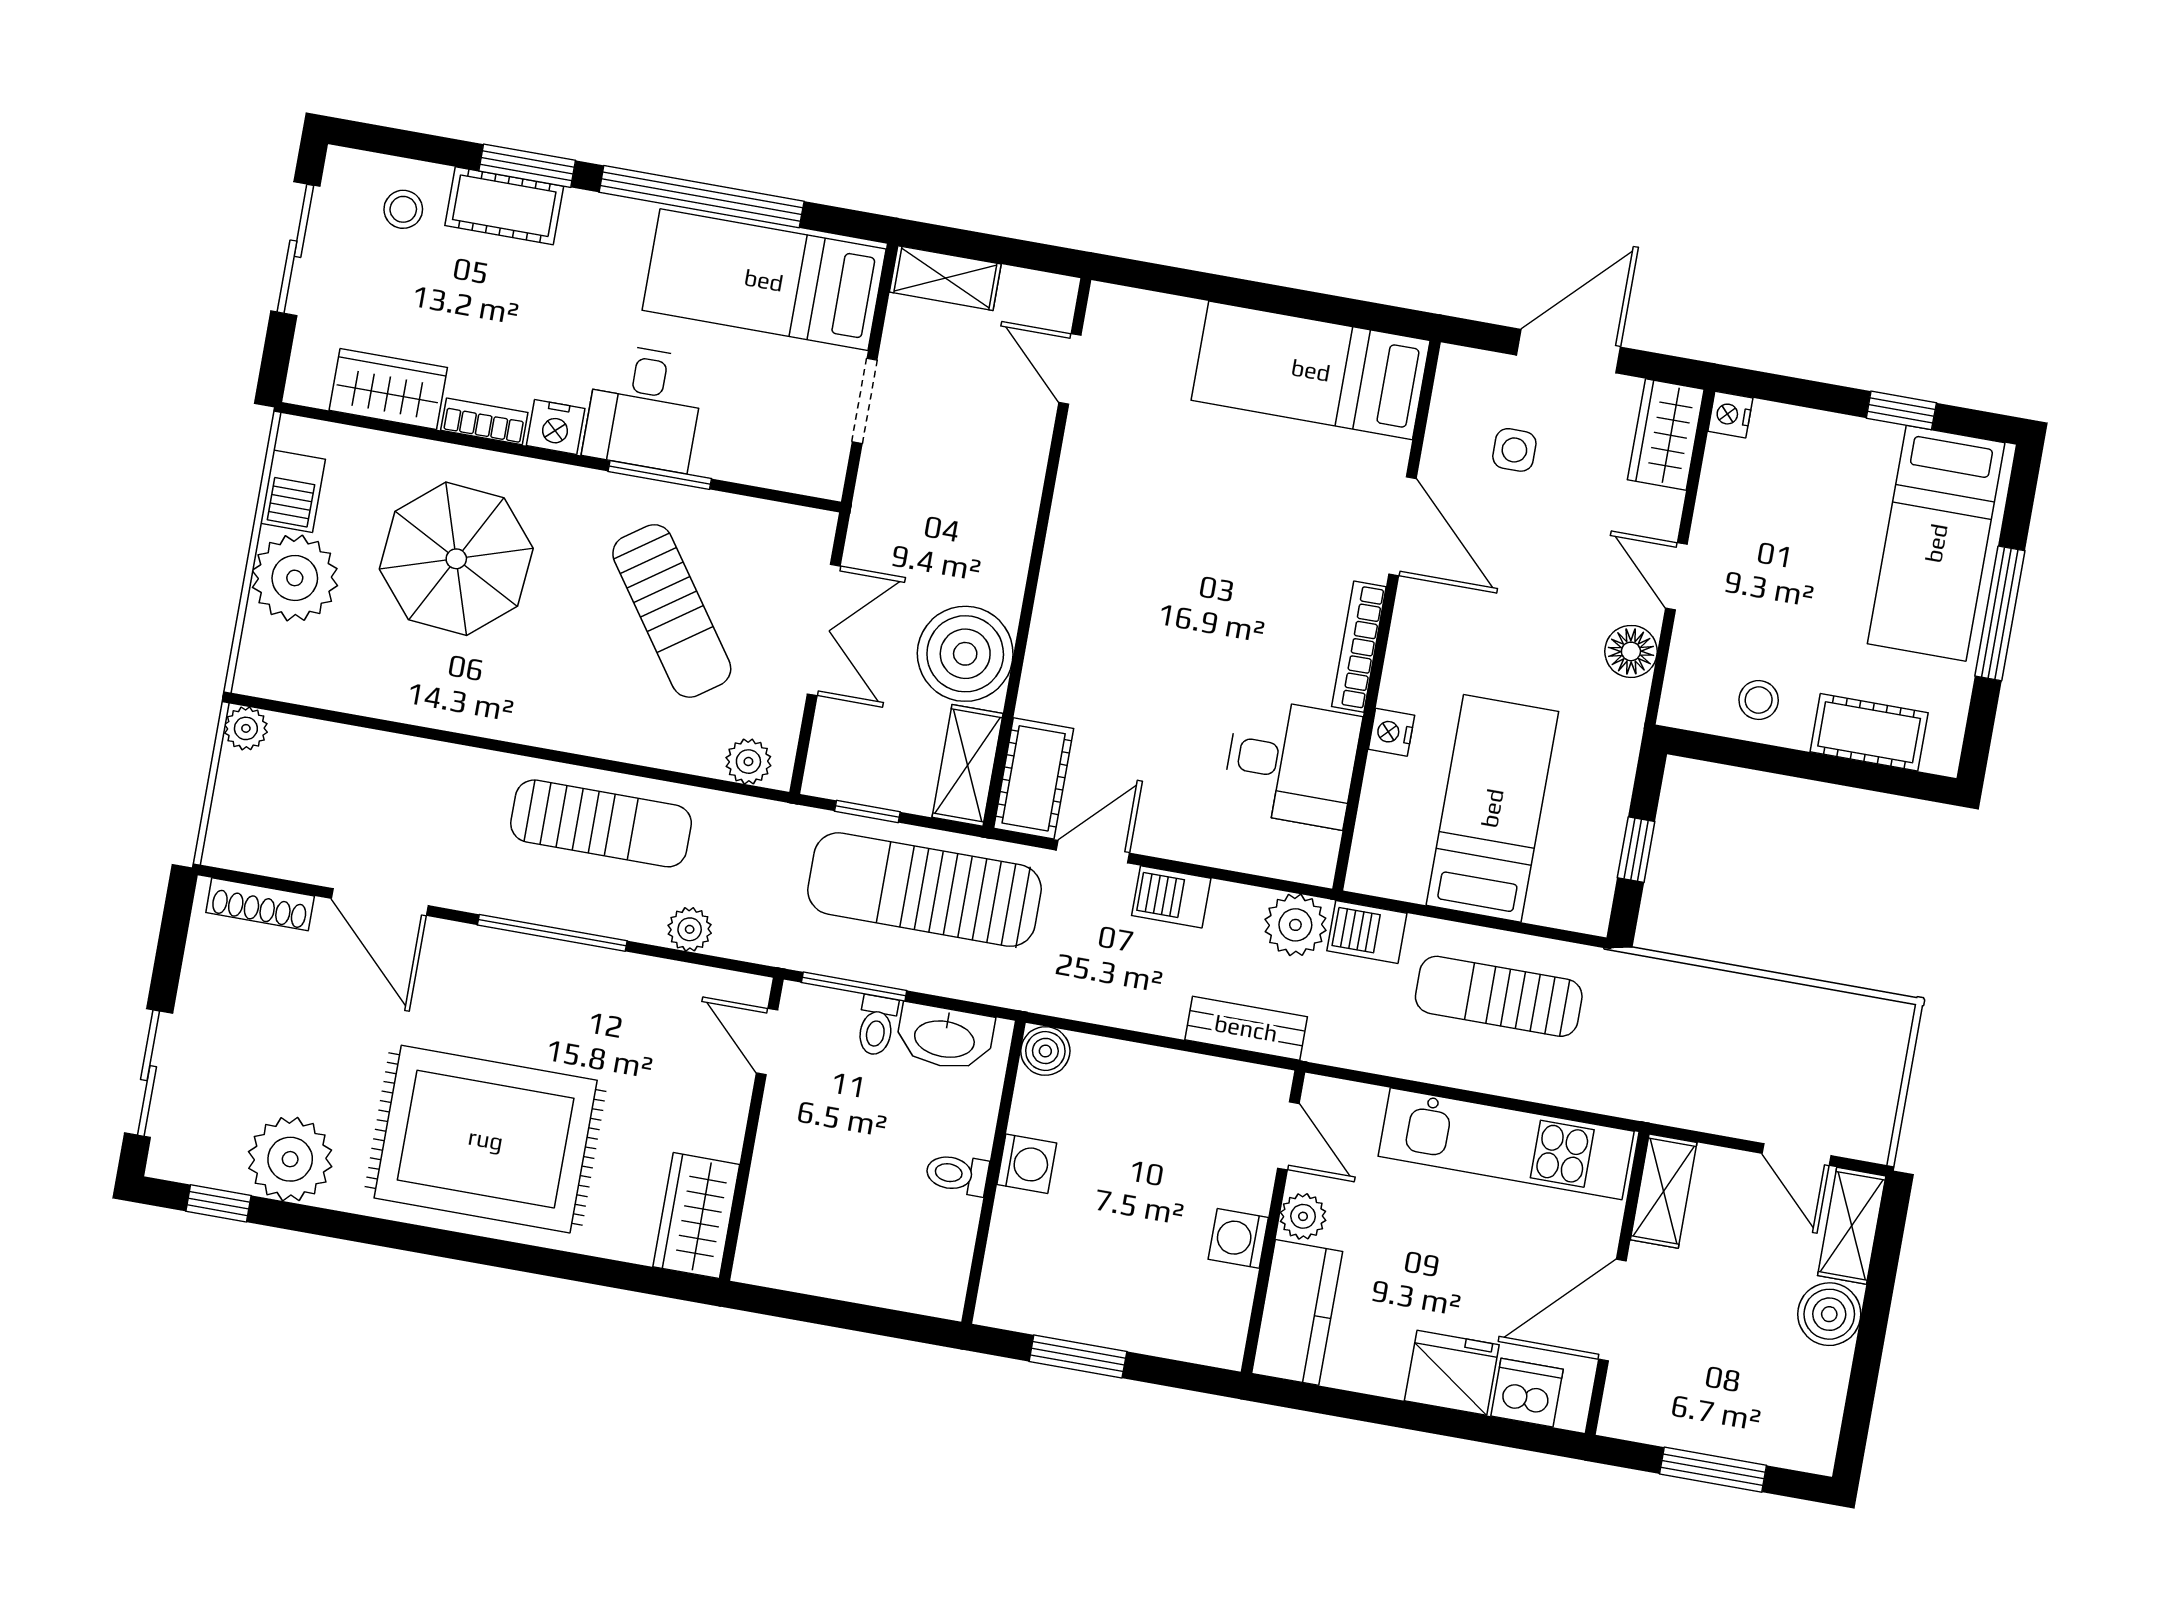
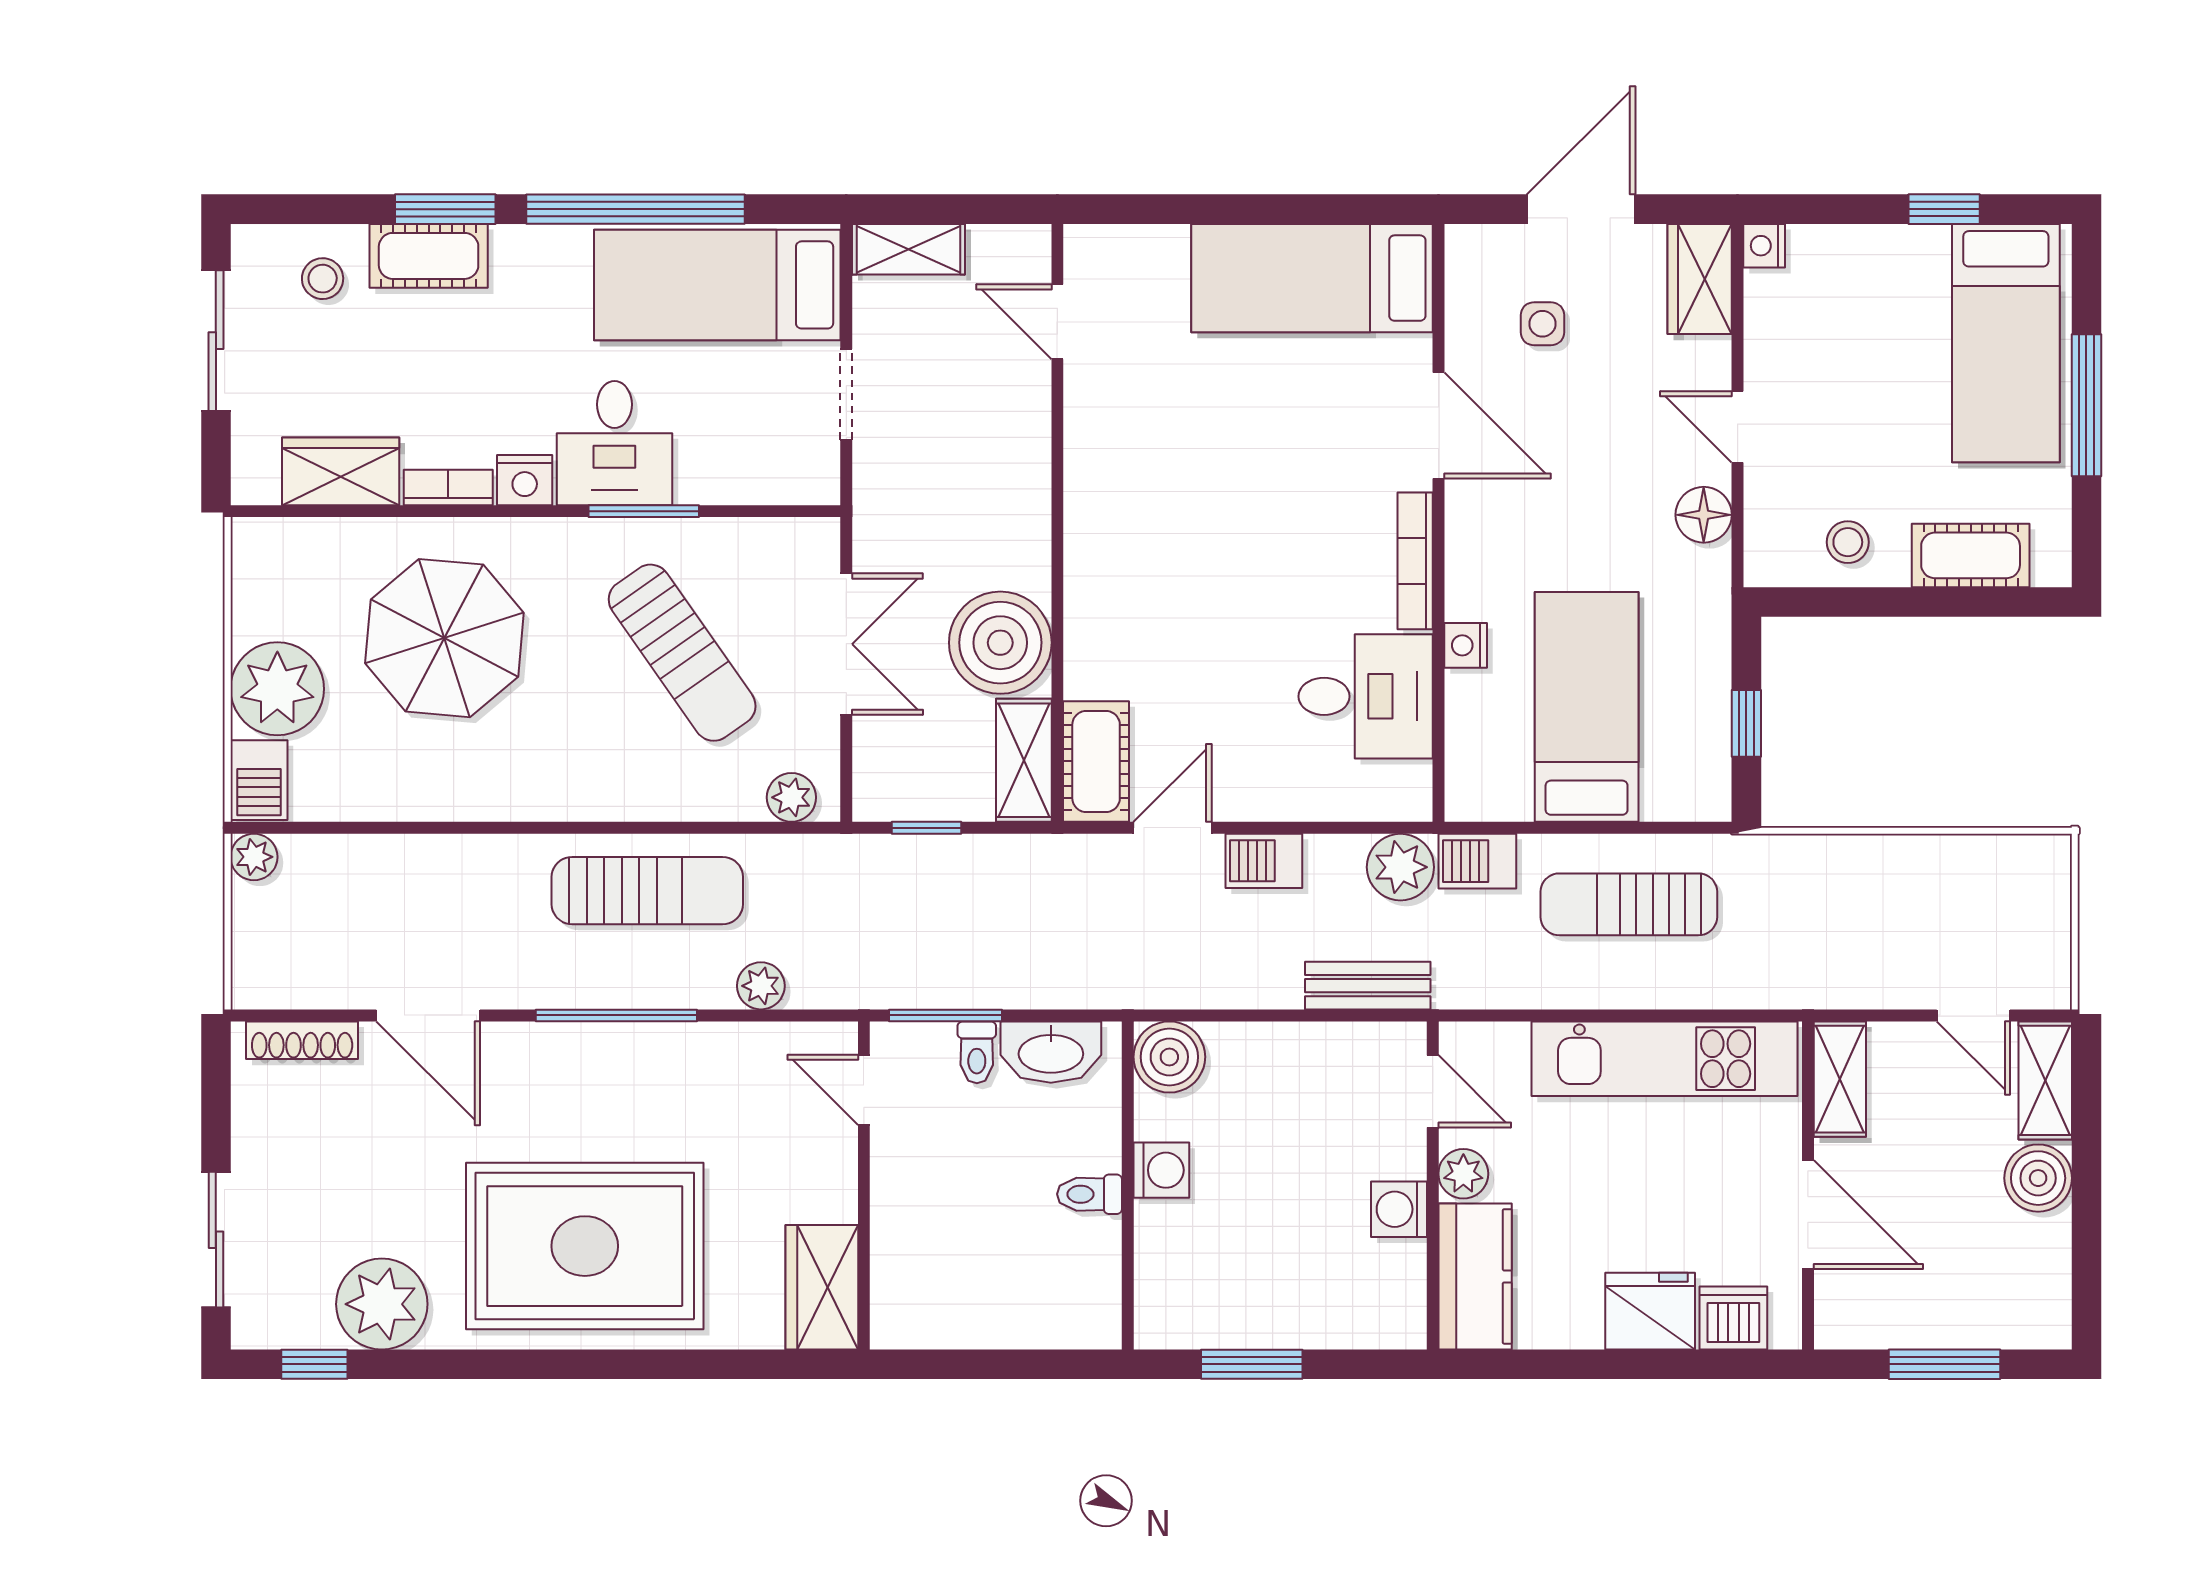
barbecue: (293, 491) -> (259, 780), moved
sun lounger: (924, 890) -> (1002, 900), removed
boiler: (1045, 1051) -> (1169, 1057), width x1.36, depth x1.36
door: (1612, 1310) -> (1808, 1215), swing flipped

